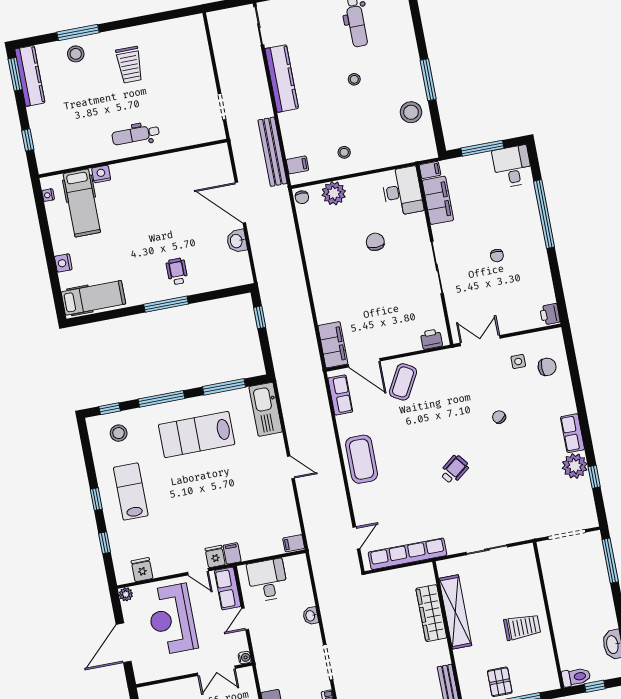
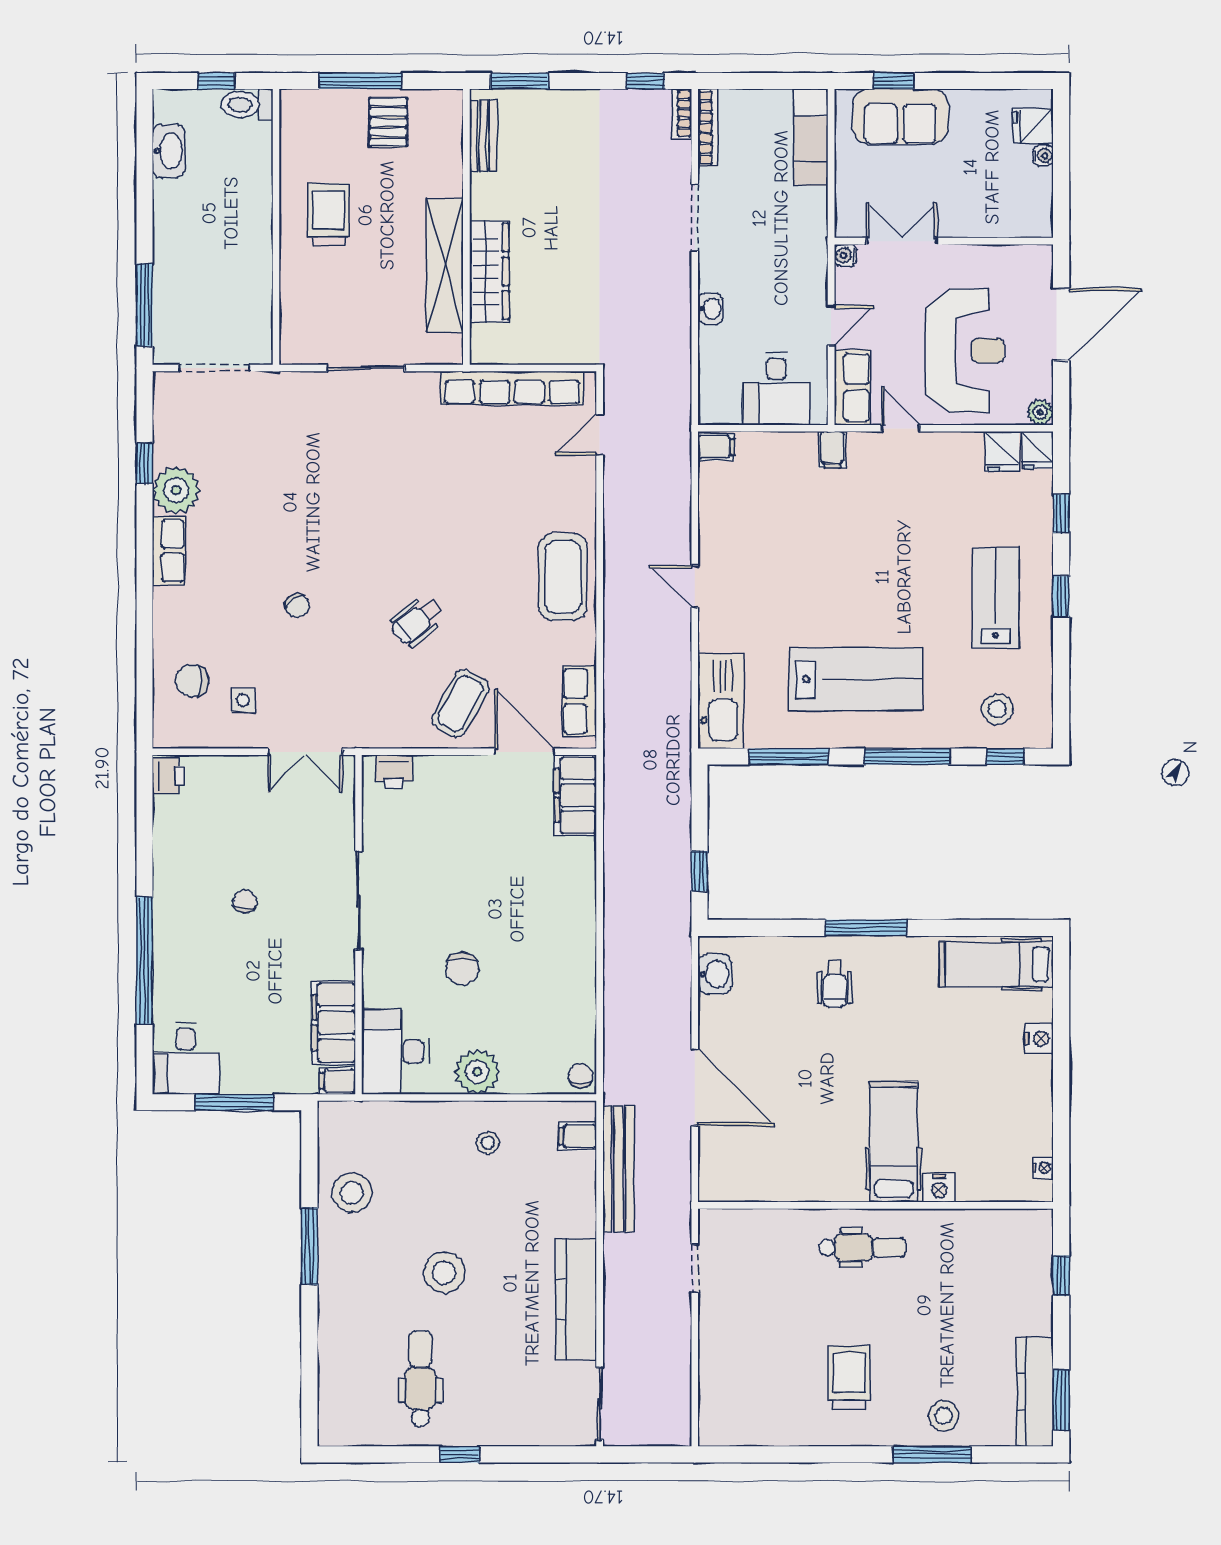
stool: (354, 79) -> (444, 1273), width x1.89, depth x1.89
plant: (334, 193) -> (477, 1072), moved
hospital bed: (82, 203) -> (894, 1142), moved
washbasin: (237, 241) -> (715, 974), moved
wheelchair: (454, 469) -> (417, 621), moved
lab bench: (131, 492) -> (996, 598), turned 180
fridge: (215, 557) -> (1037, 450), moved
trolley: (522, 627) -> (328, 214), turned 90

